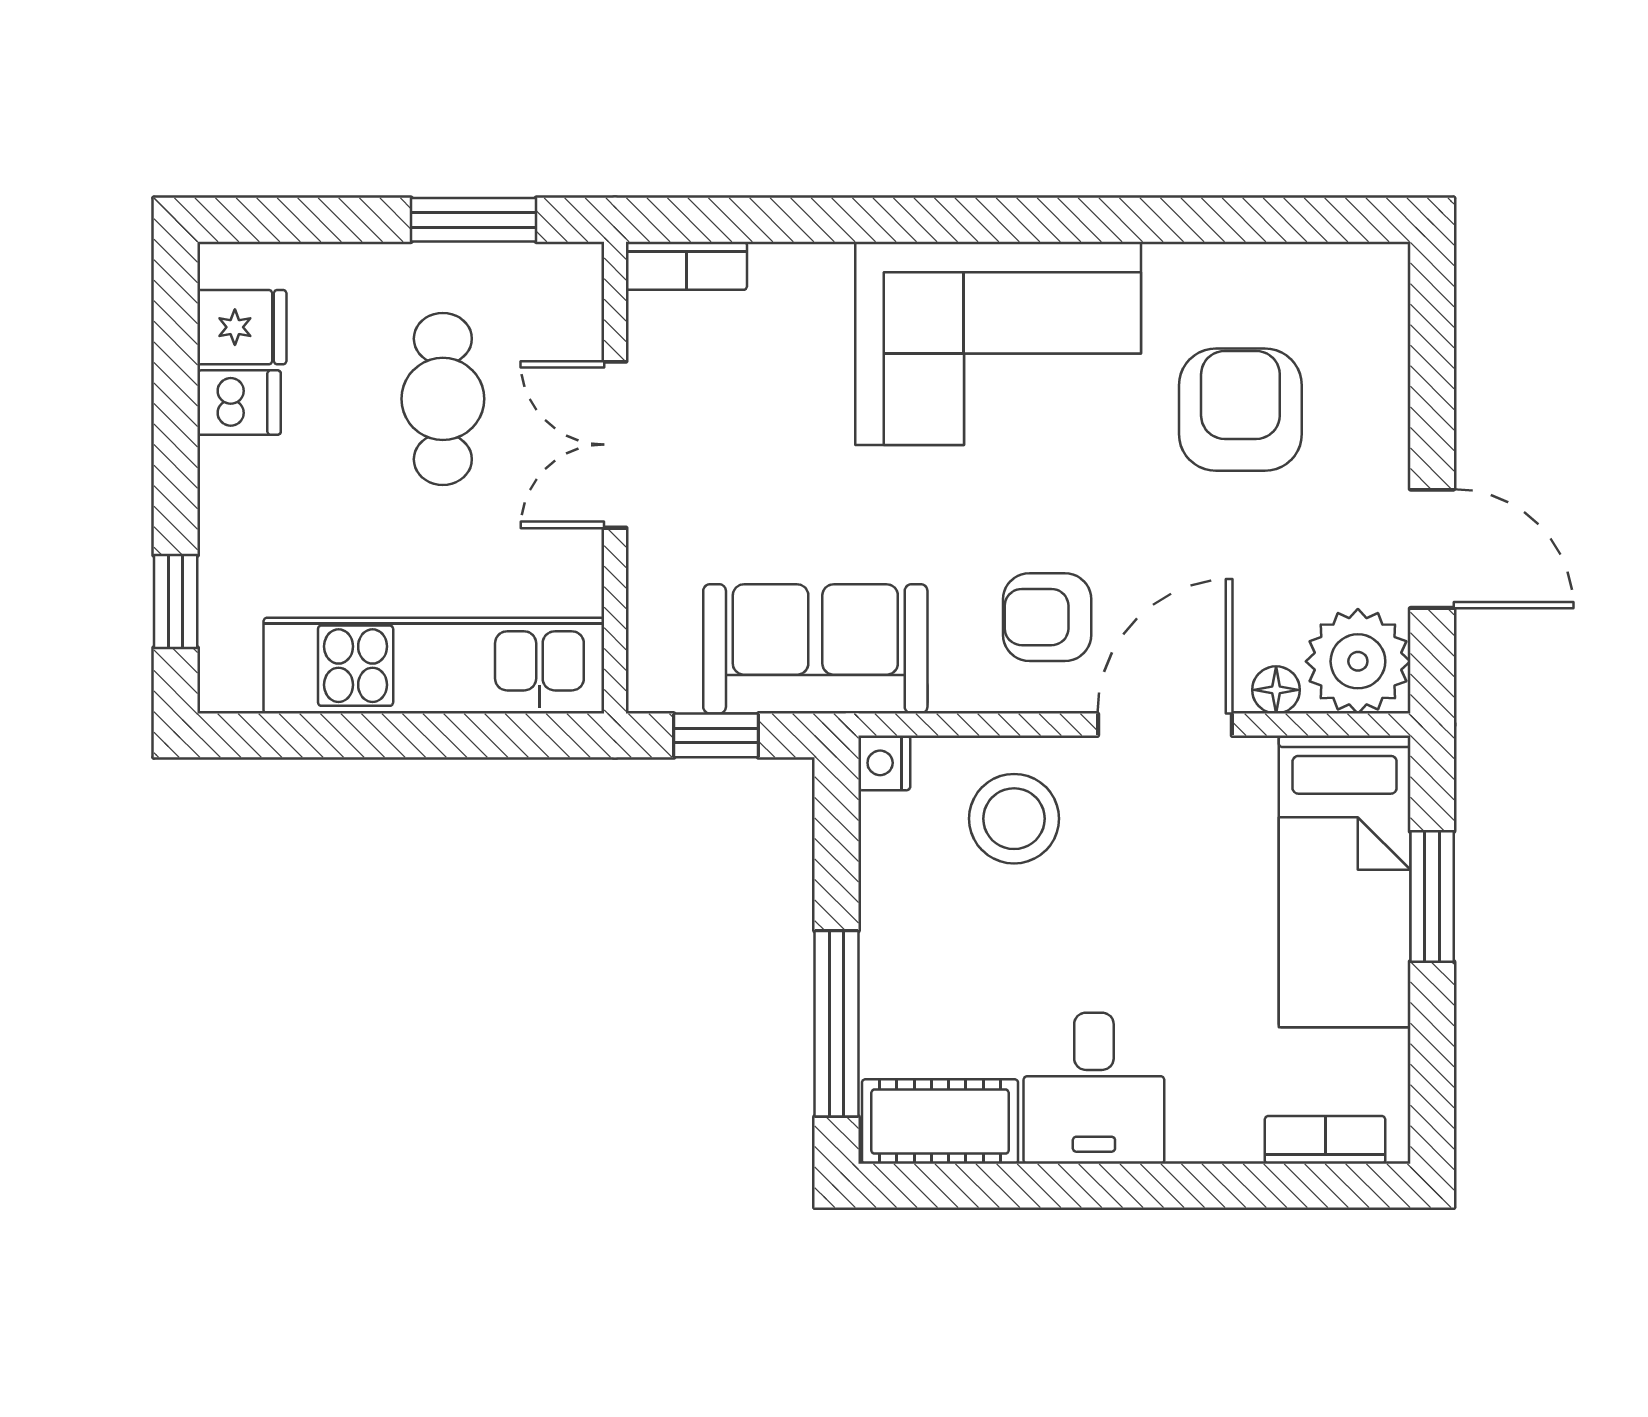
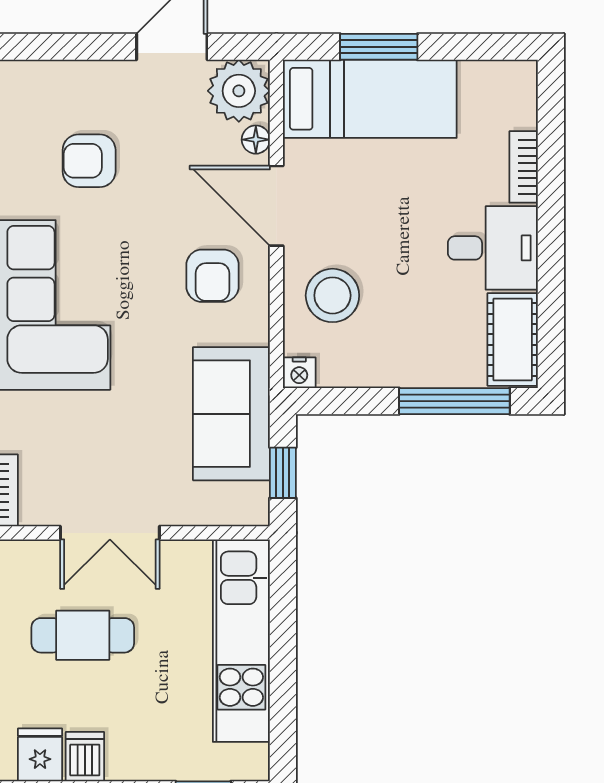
armchair: (1240, 410) -> (89, 161), width x0.72, depth x0.72
bookcase: (1325, 1140) -> (524, 167), moved

